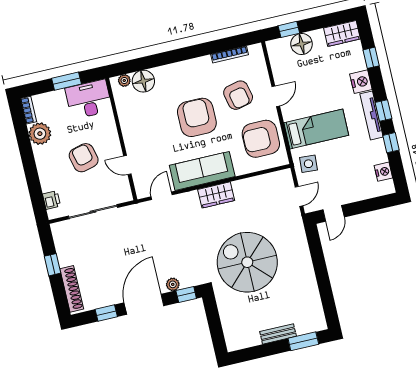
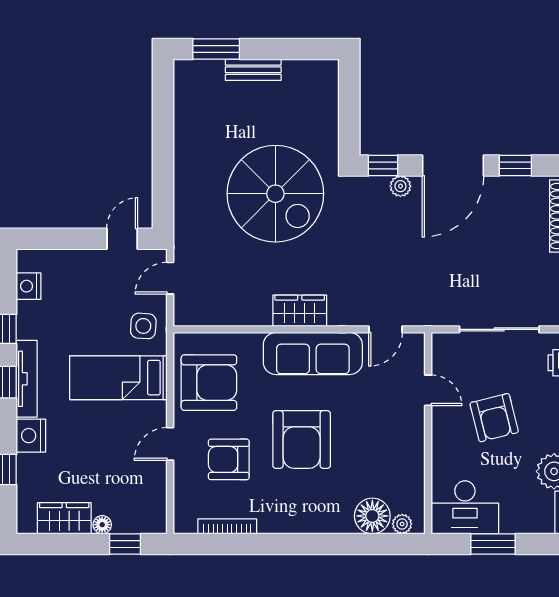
wardrobe: (342, 33) -> (64, 518), moved
floor lamp: (302, 44) -> (102, 525), width x0.53, depth x0.53
armchair: (238, 95) -> (229, 459), turned -77

